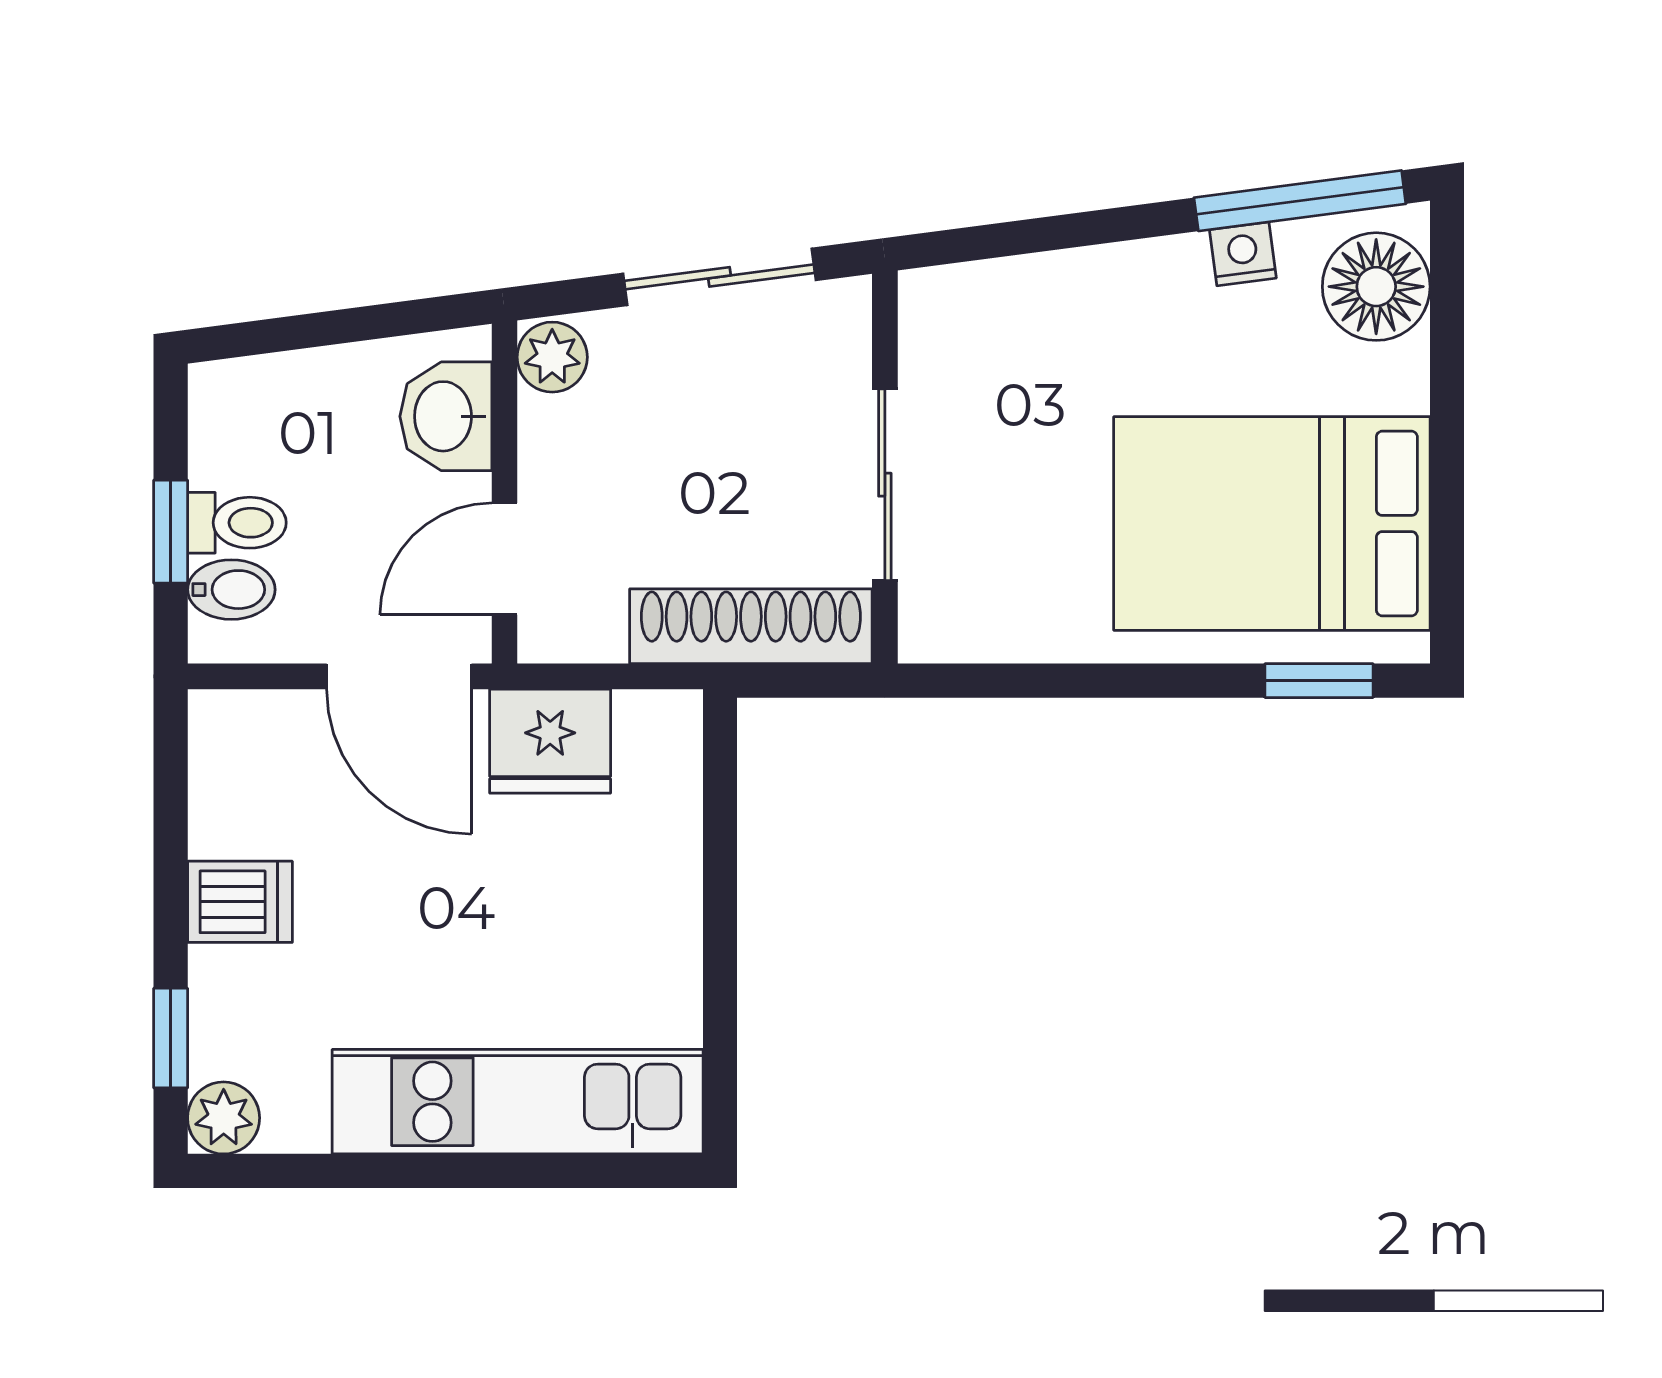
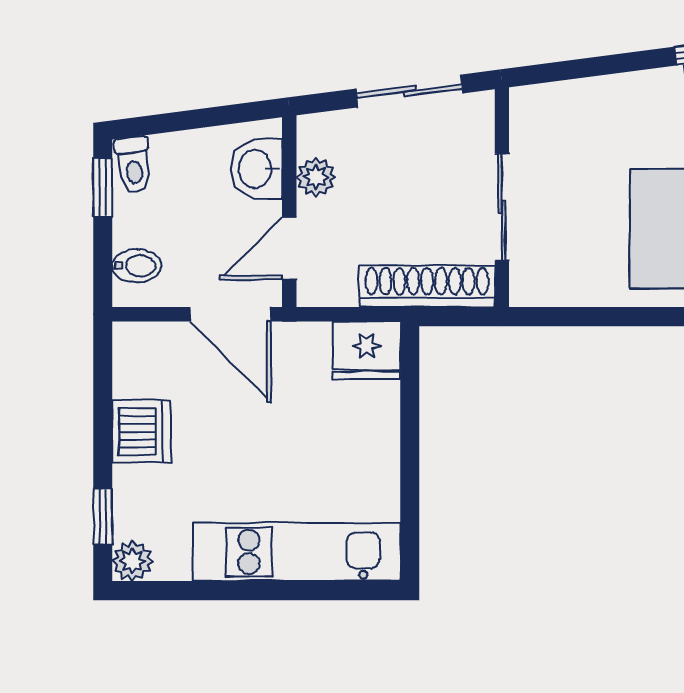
plant: (552, 357) -> (316, 177), moved
toilet: (237, 523) -> (133, 165), moved, turned 83
window: (171, 532) -> (103, 187), moved
fridge: (550, 741) -> (367, 350), moved
dishwasher: (240, 902) -> (141, 432), width x1.38

